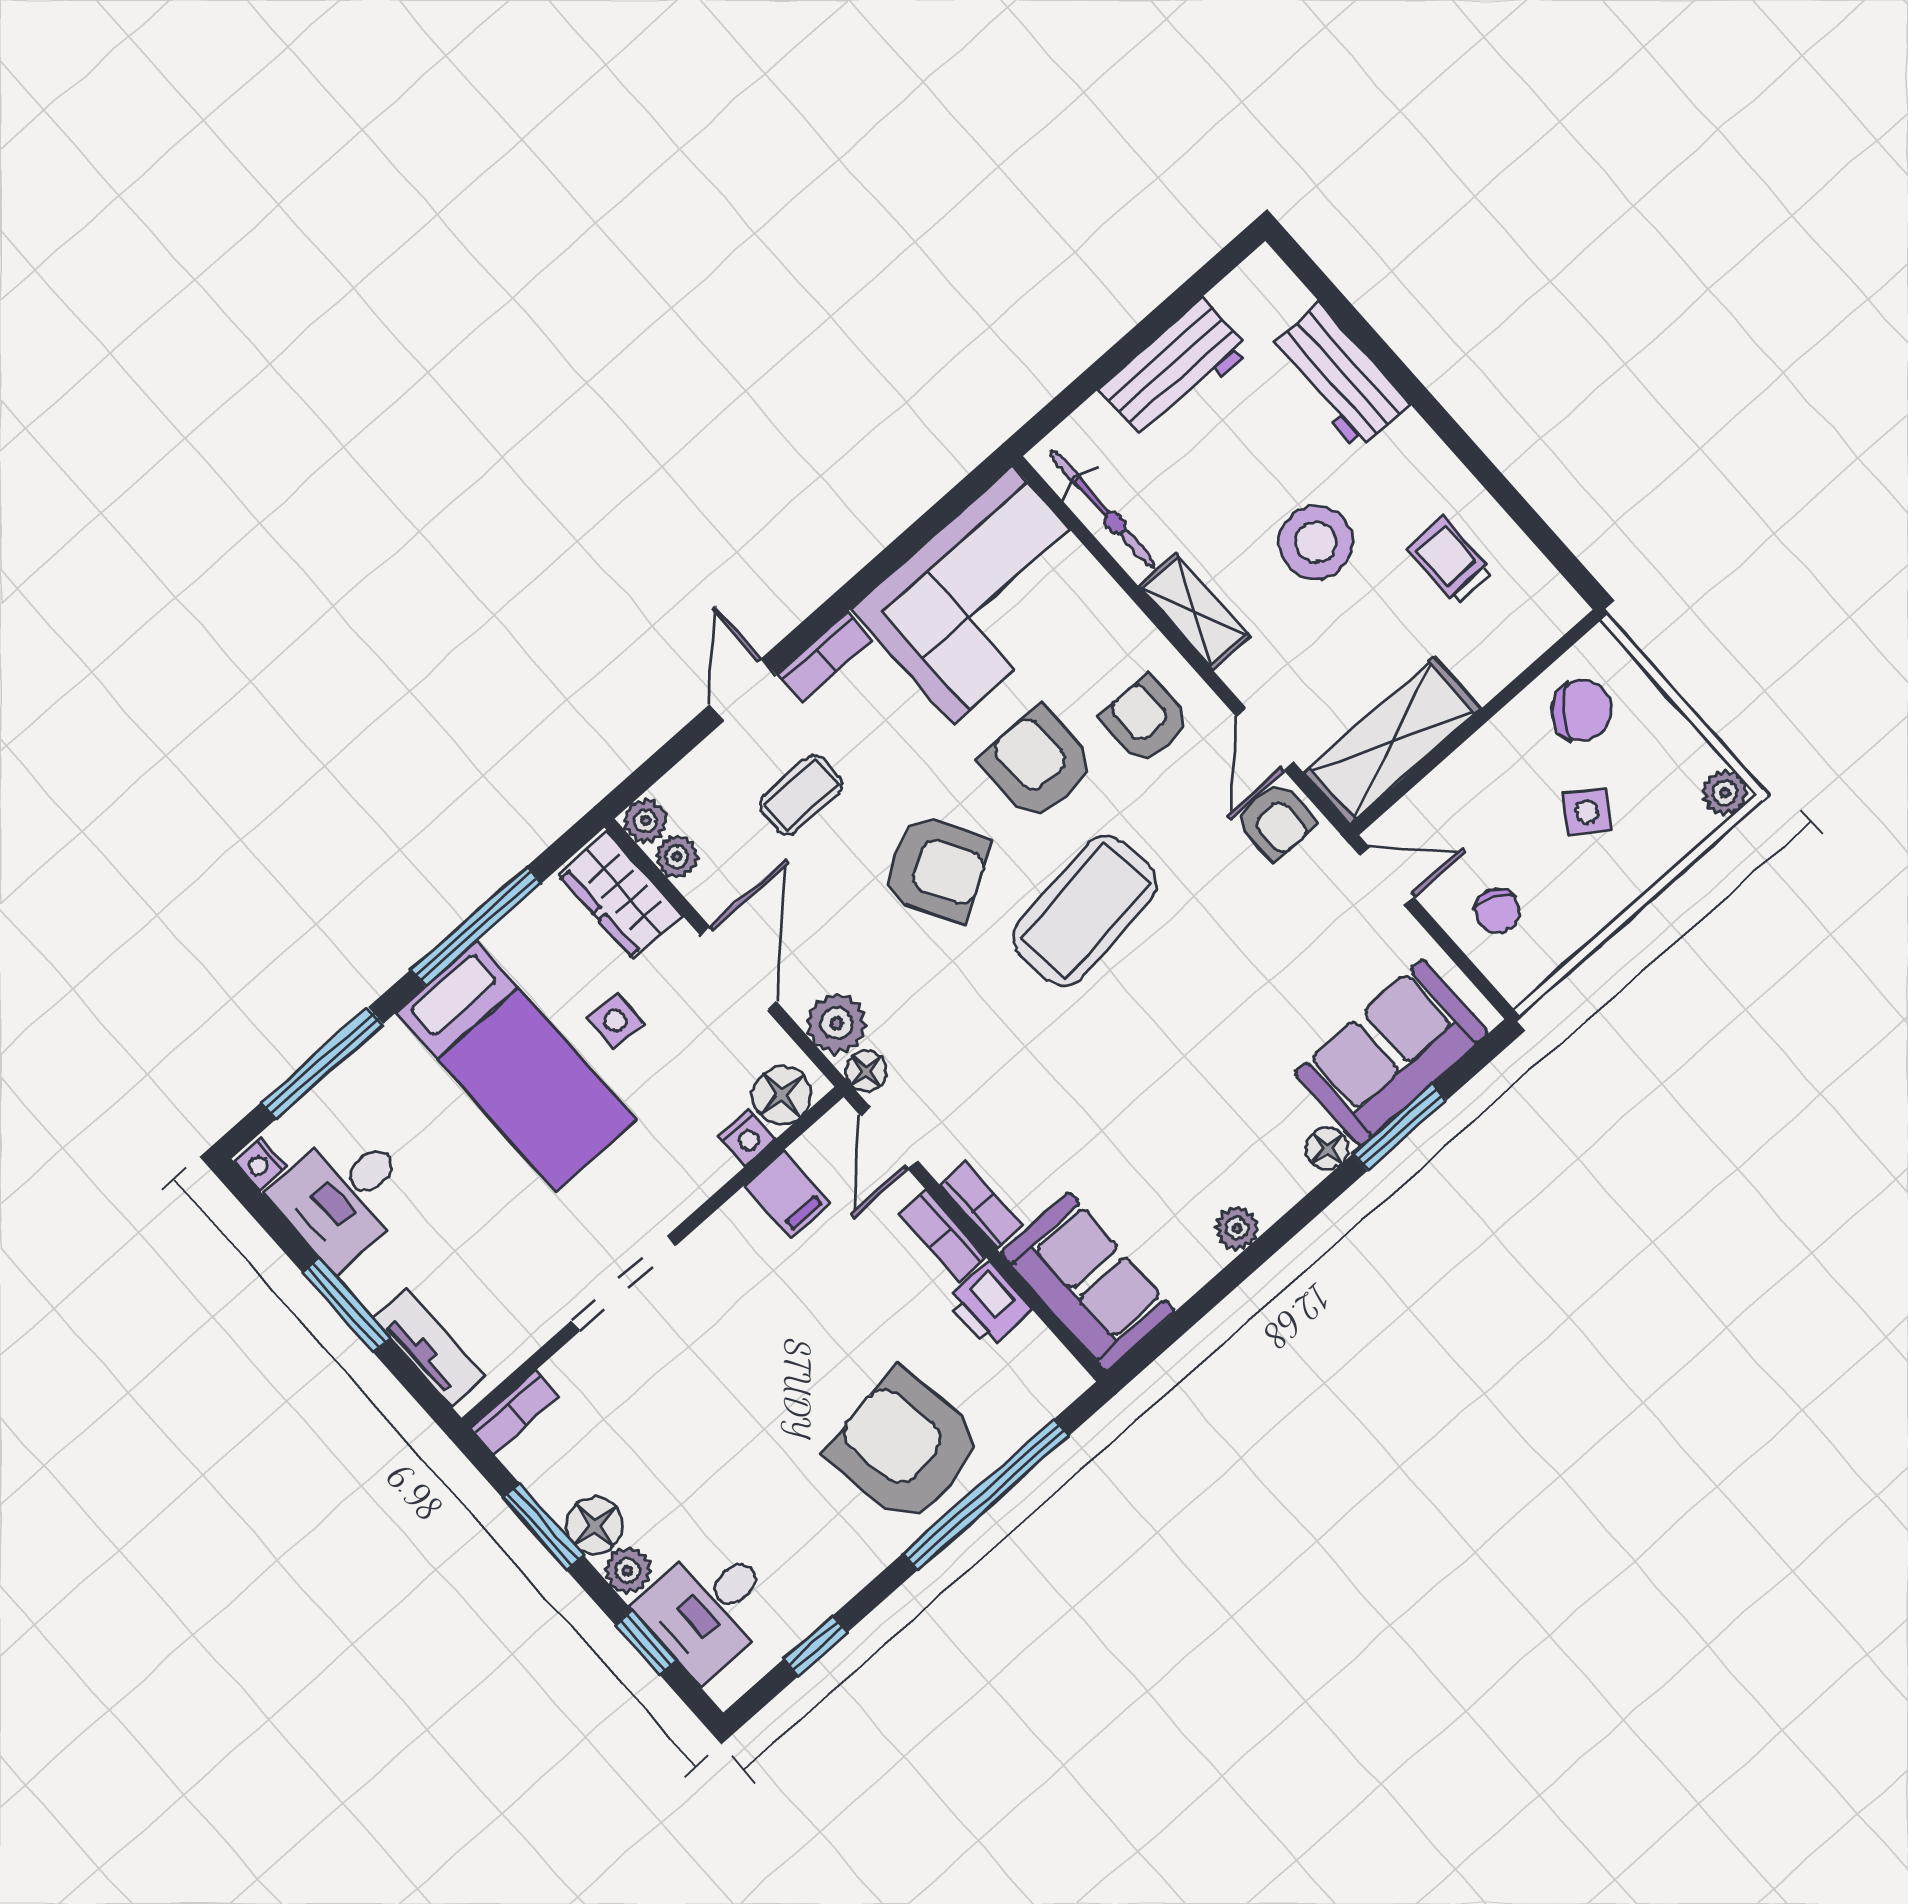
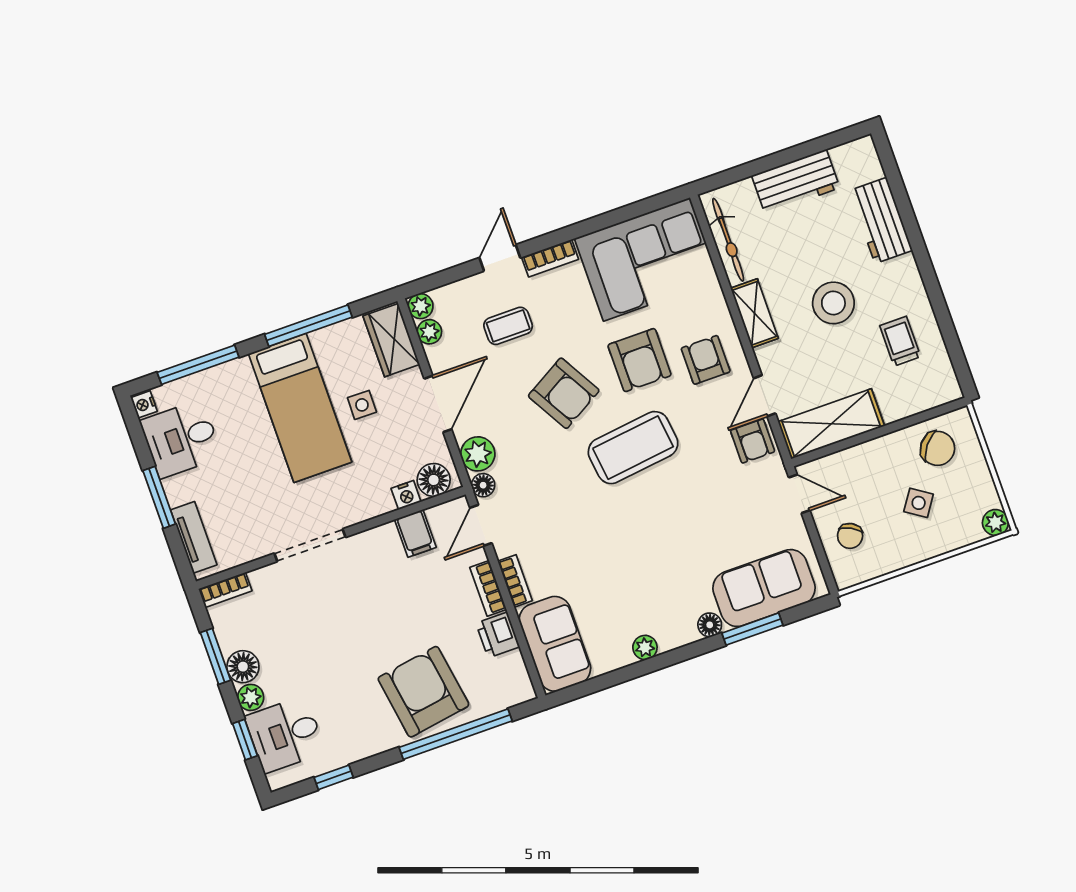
armchair: (1038, 764) -> (640, 360), turned 180

